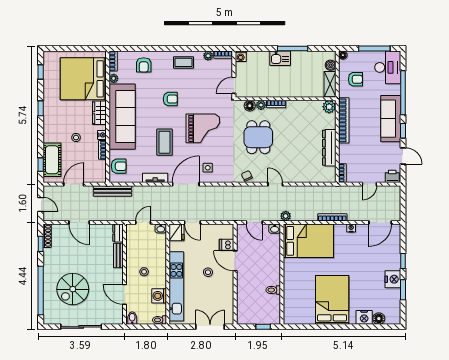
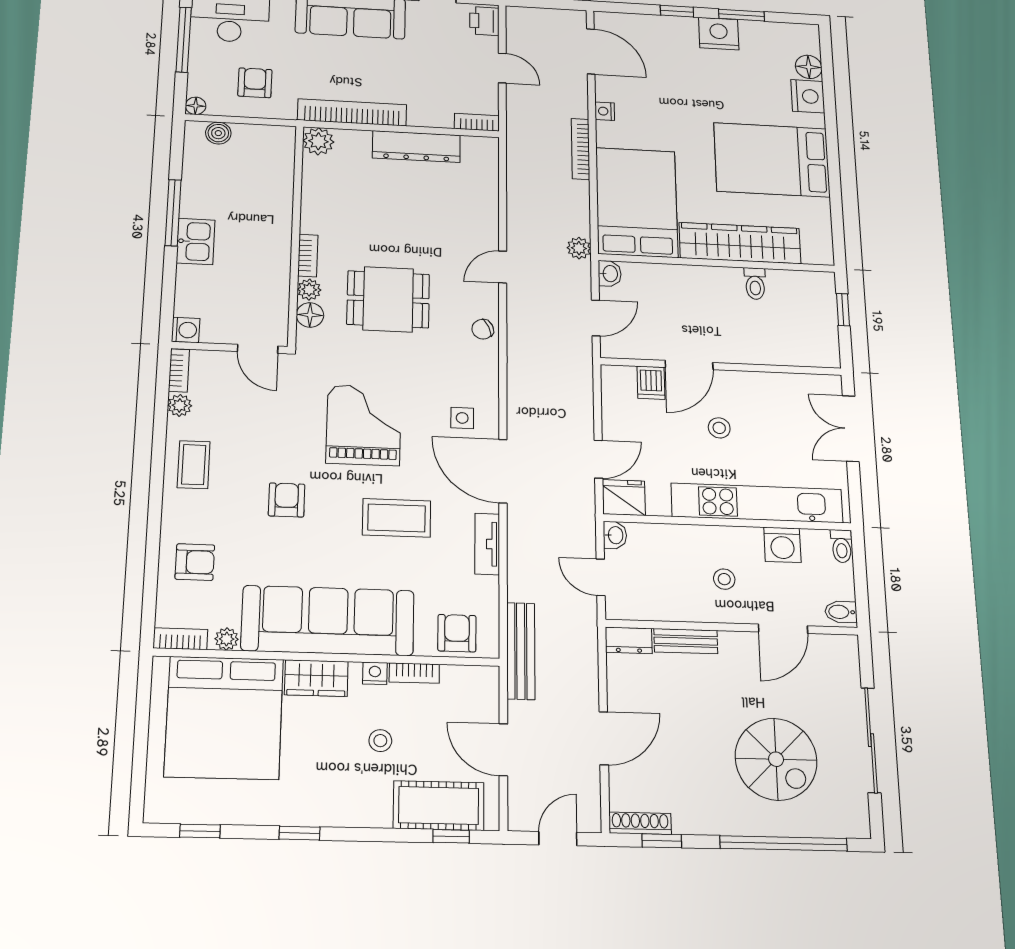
shelving: (330, 84) -> (264, 137), removed
wardrobe: (292, 284) -> (740, 243), added

